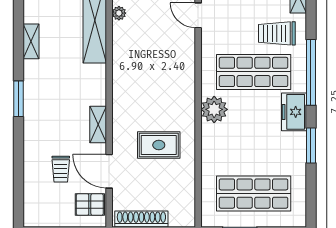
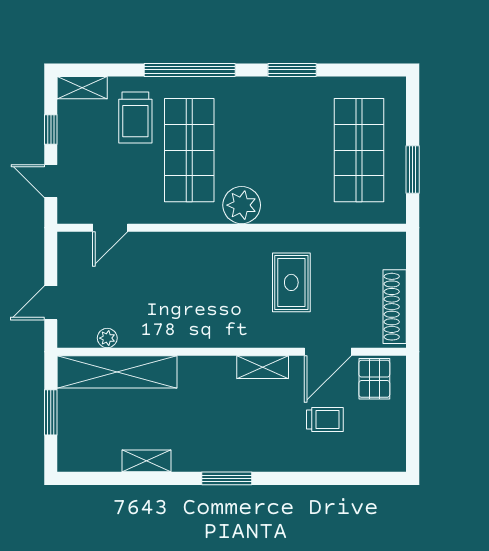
freezer: (294, 112) -> (245, 94), removed

